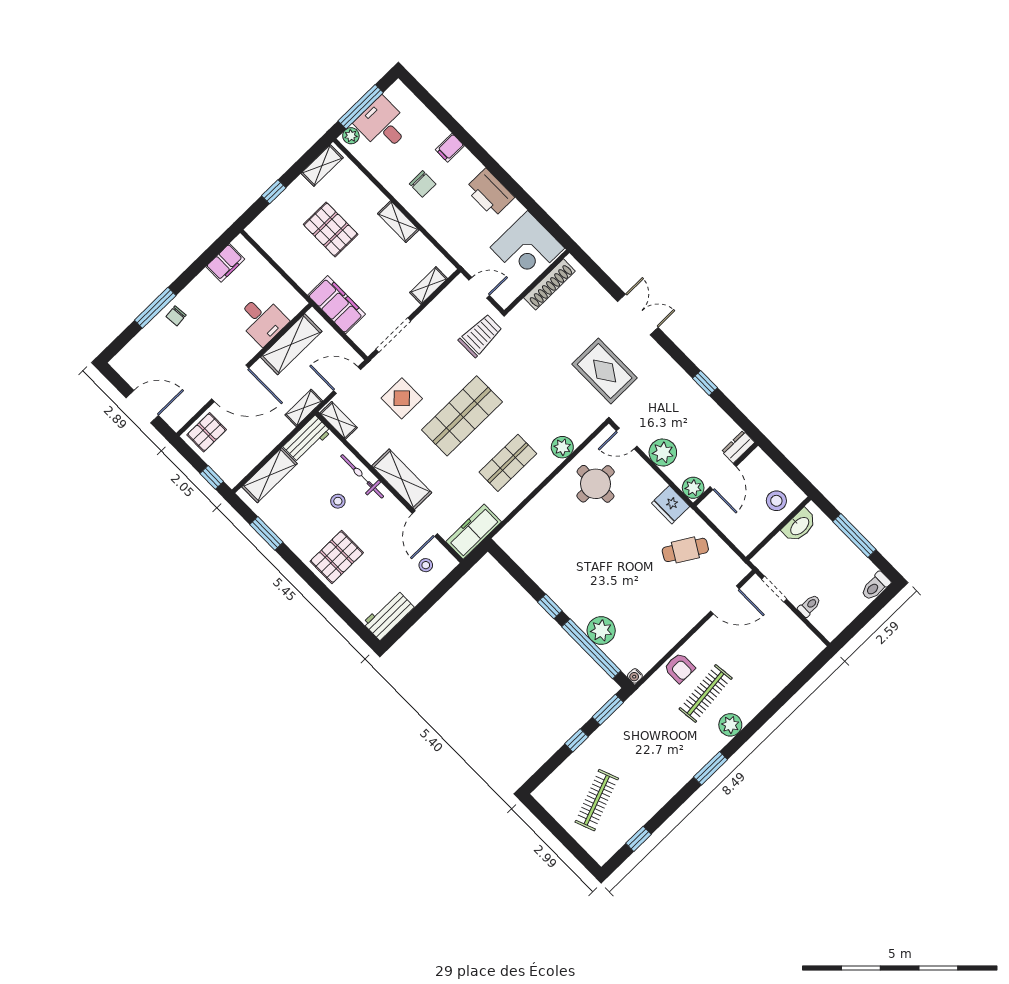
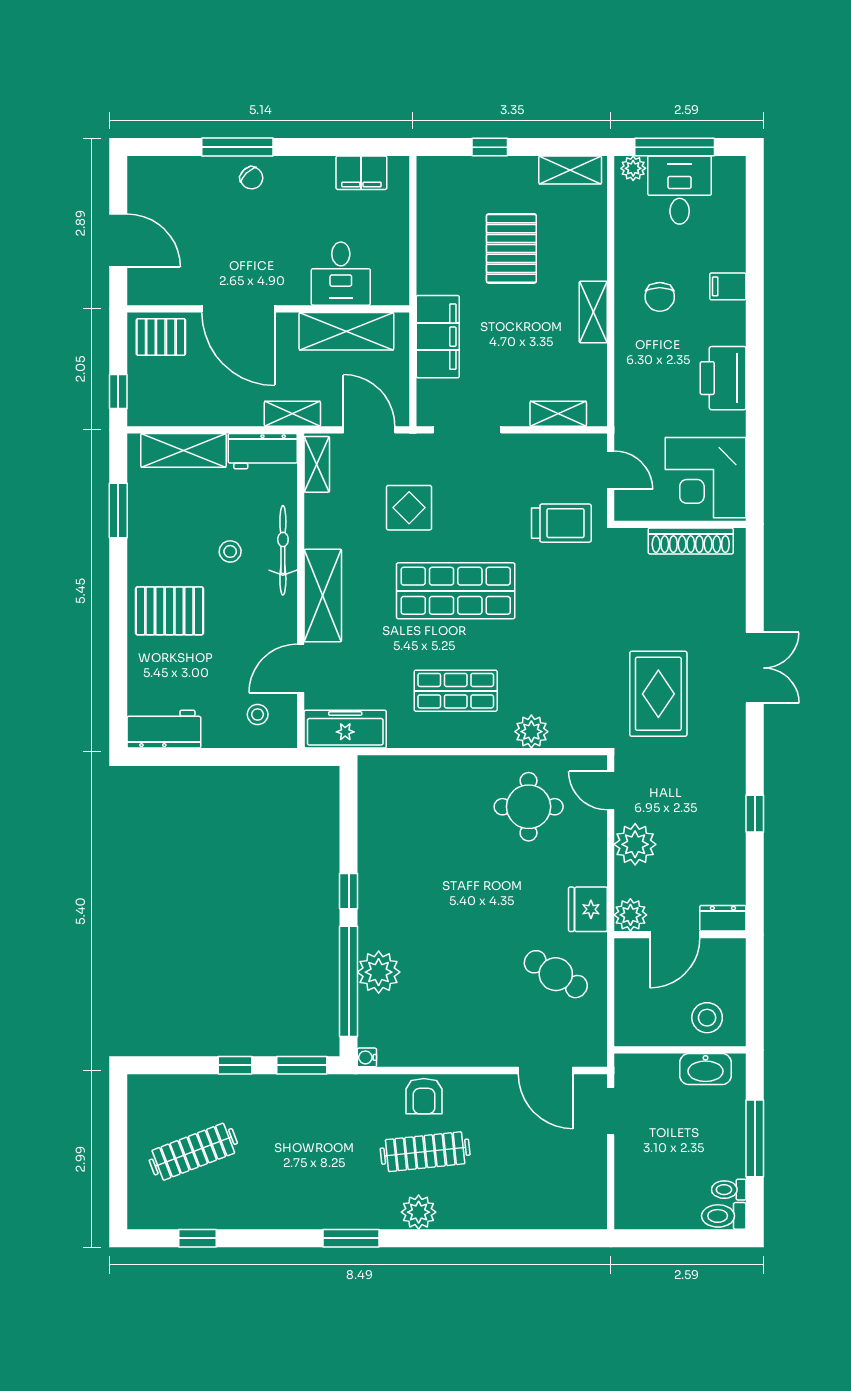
chair: (176, 316) -> (251, 178), turned -129
toilet: (809, 606) -> (729, 1190), moved, turned 180

